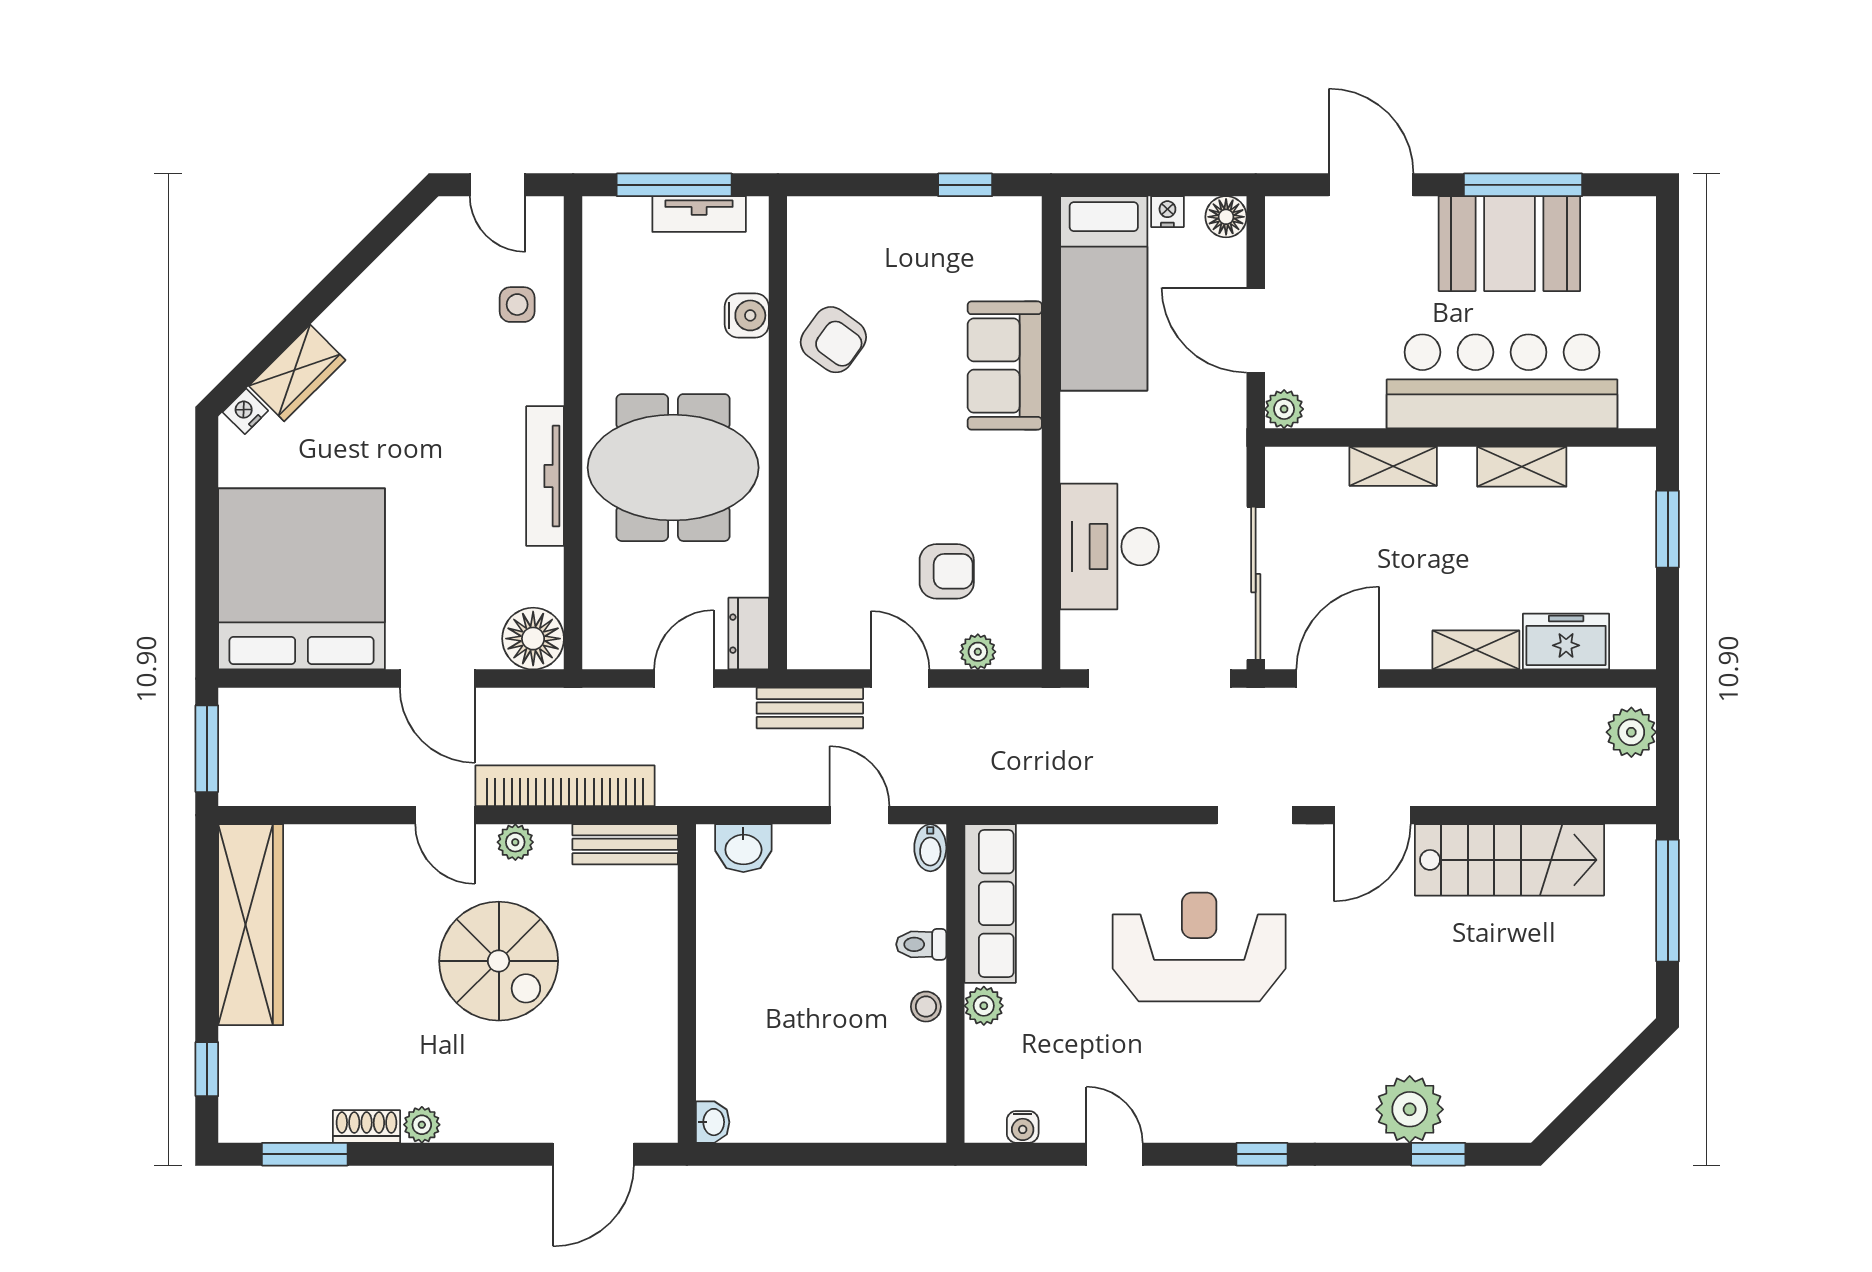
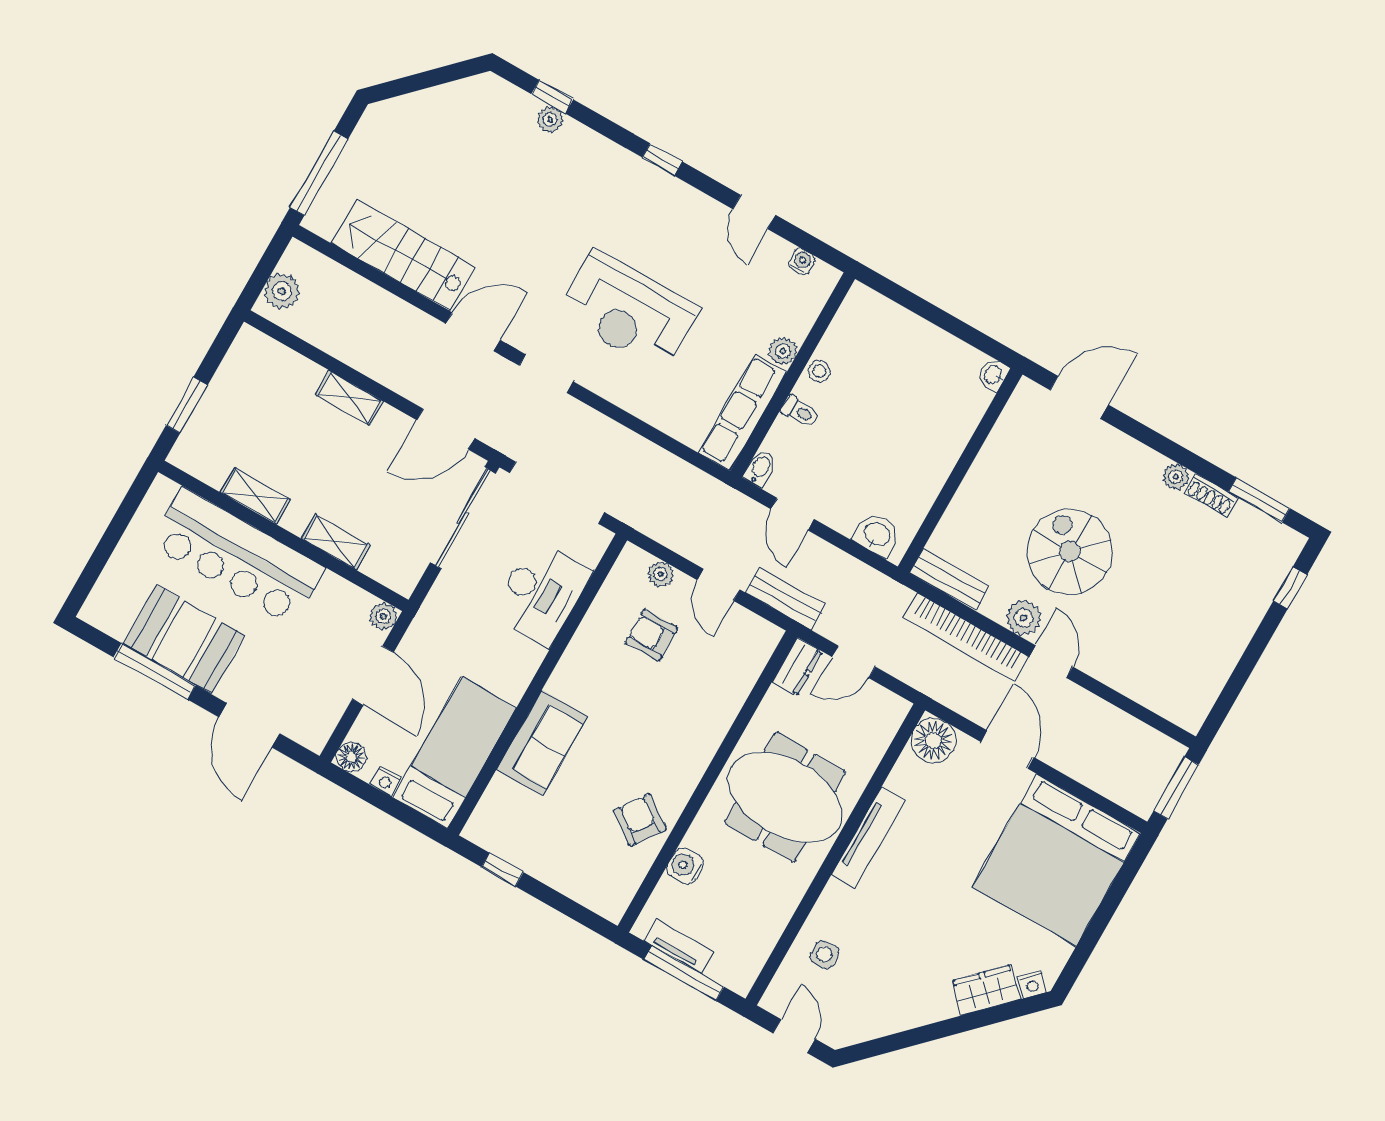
freezer: (1566, 641) -> (290, 371), removed
plant: (515, 842) -> (1024, 618), width x1.38, depth x1.38
wardrobe: (251, 925) -> (1211, 662), removed
plant: (1410, 1109) -> (550, 120), width x0.53, depth x0.53

